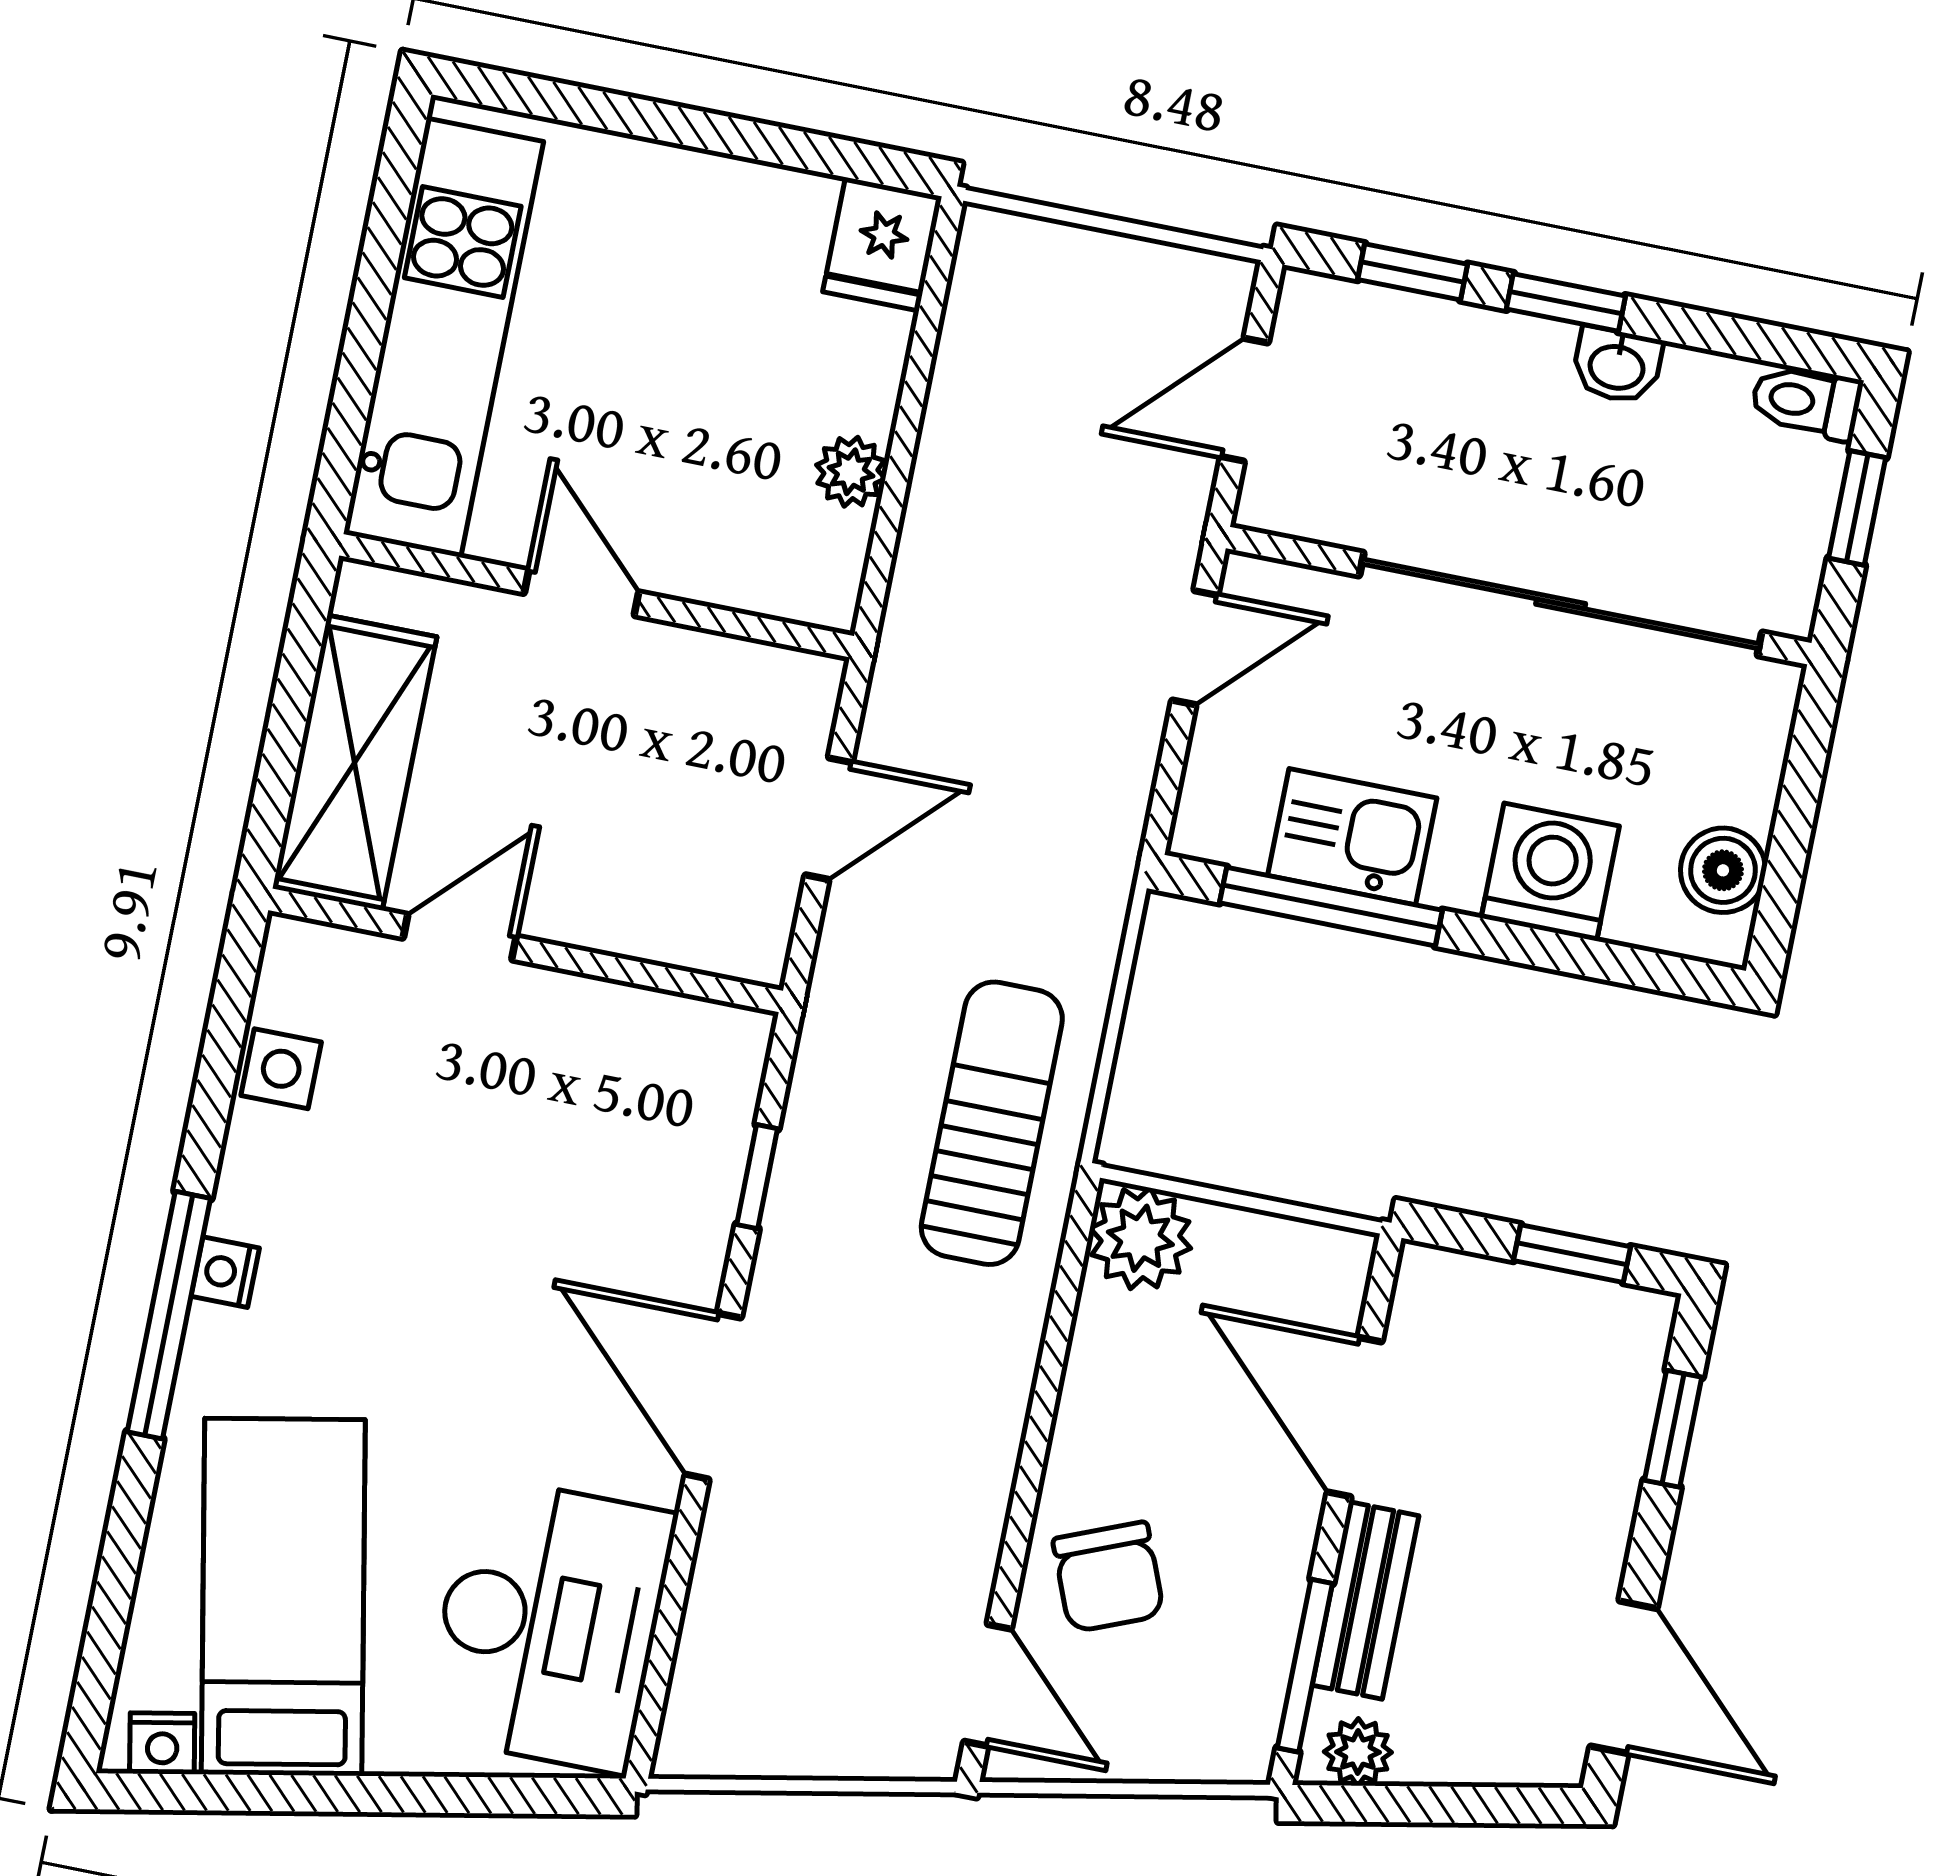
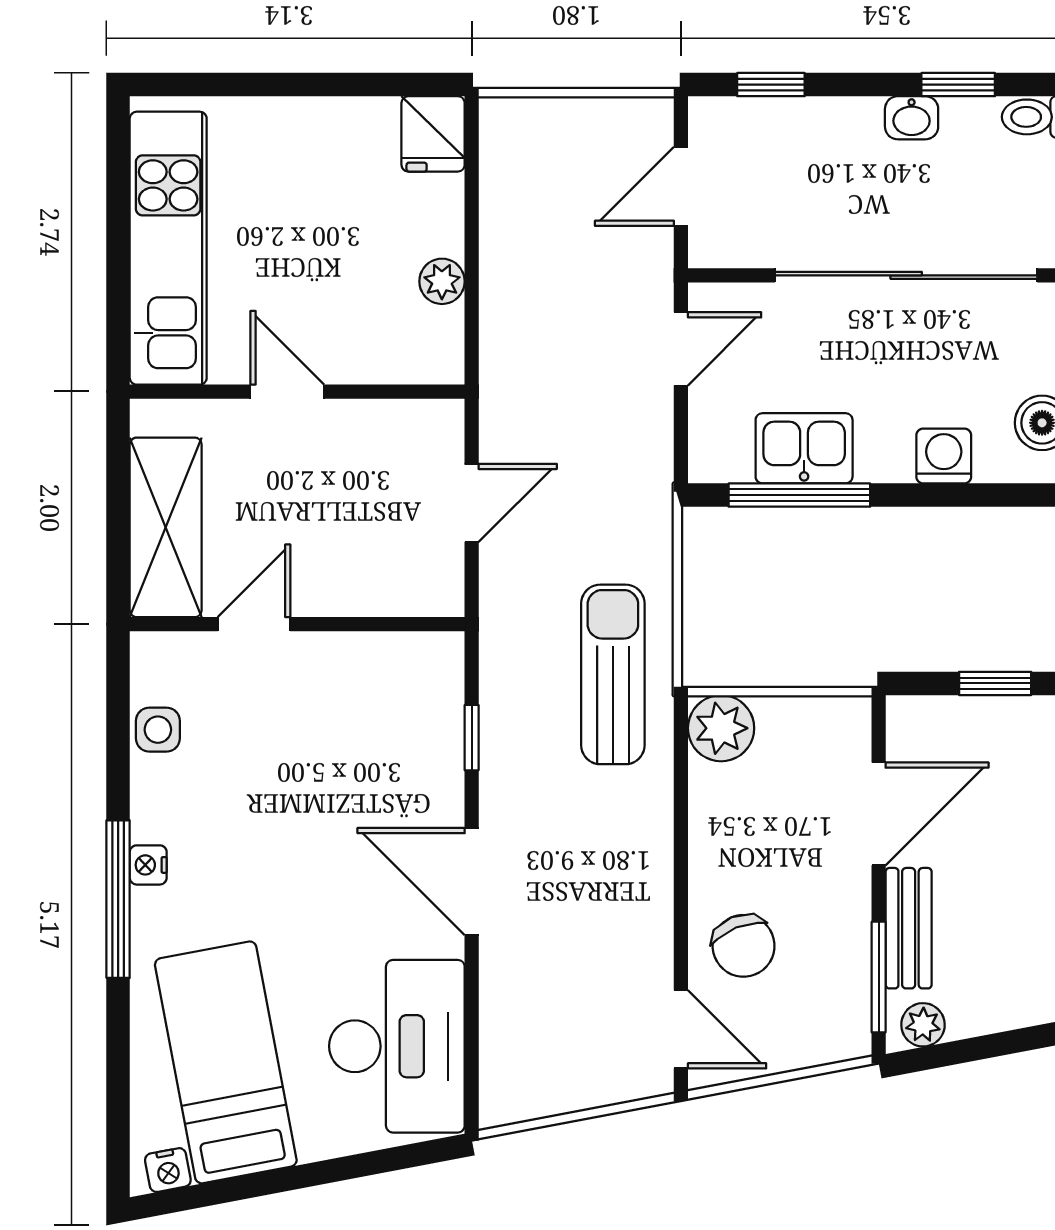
window: (1566, 303) -> (958, 85), moved
washing machine: (1550, 872) -> (944, 456), width x0.73, depth x0.73
door: (1355, 1417) -> (879, 814), swing flipped

